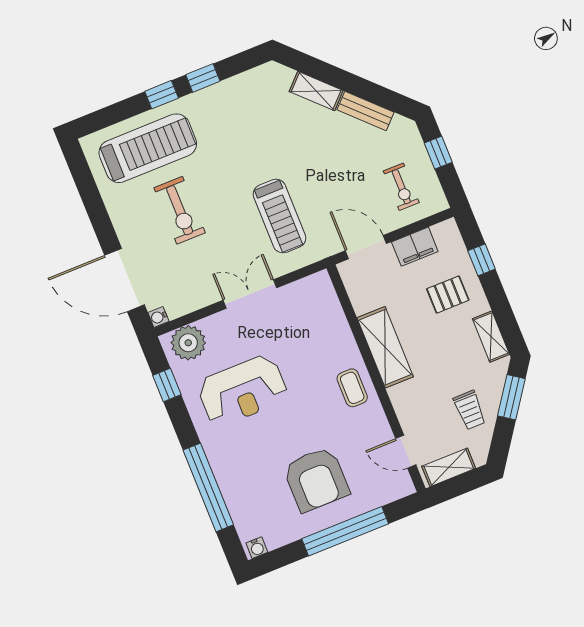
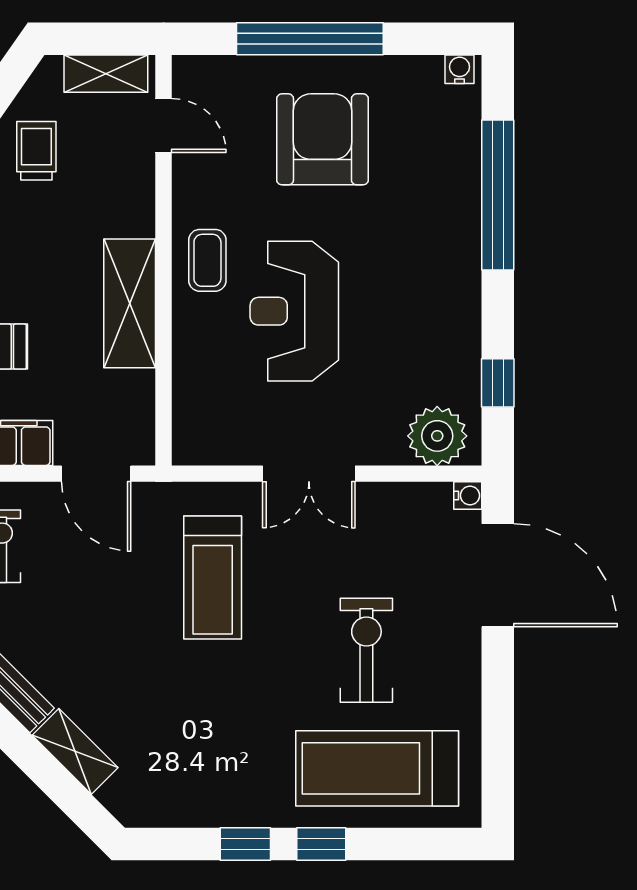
treadmill: (279, 216) -> (213, 577), turned 180
reception desk: (243, 391) -> (294, 311), moved, turned -90

